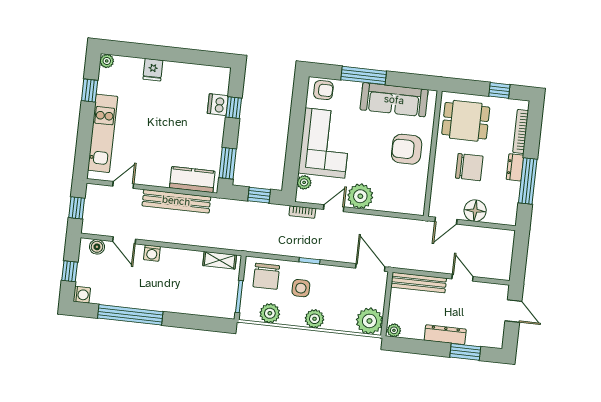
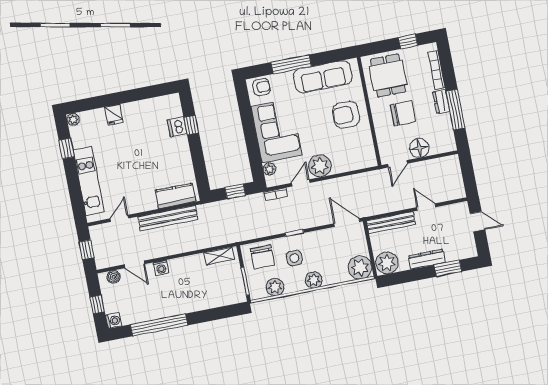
dining table: (466, 121) -> (388, 75), turned 90
window: (228, 163) -> (201, 173), removed
plant: (394, 330) -> (387, 263), width x1.87, depth x1.87

